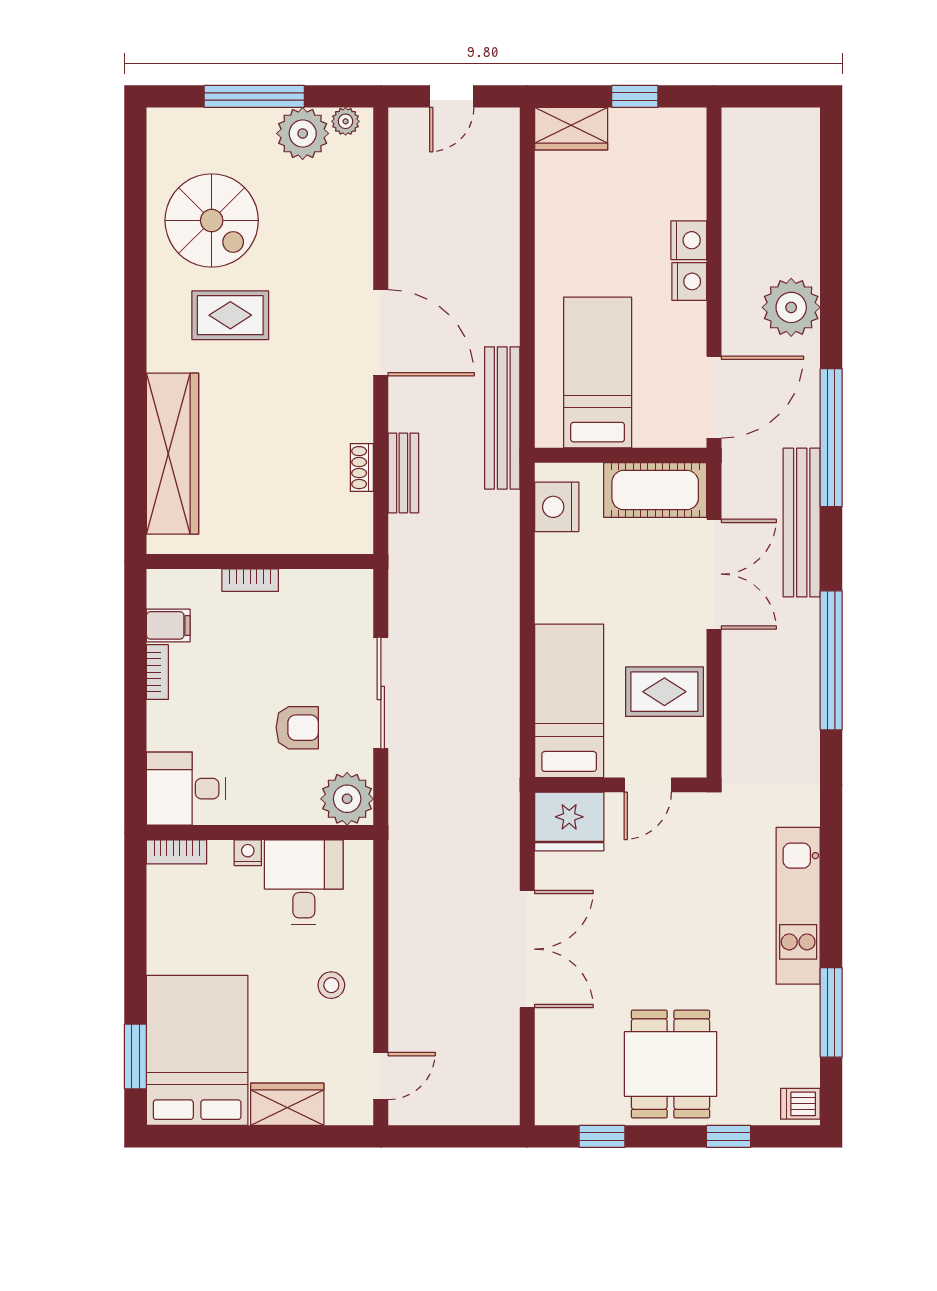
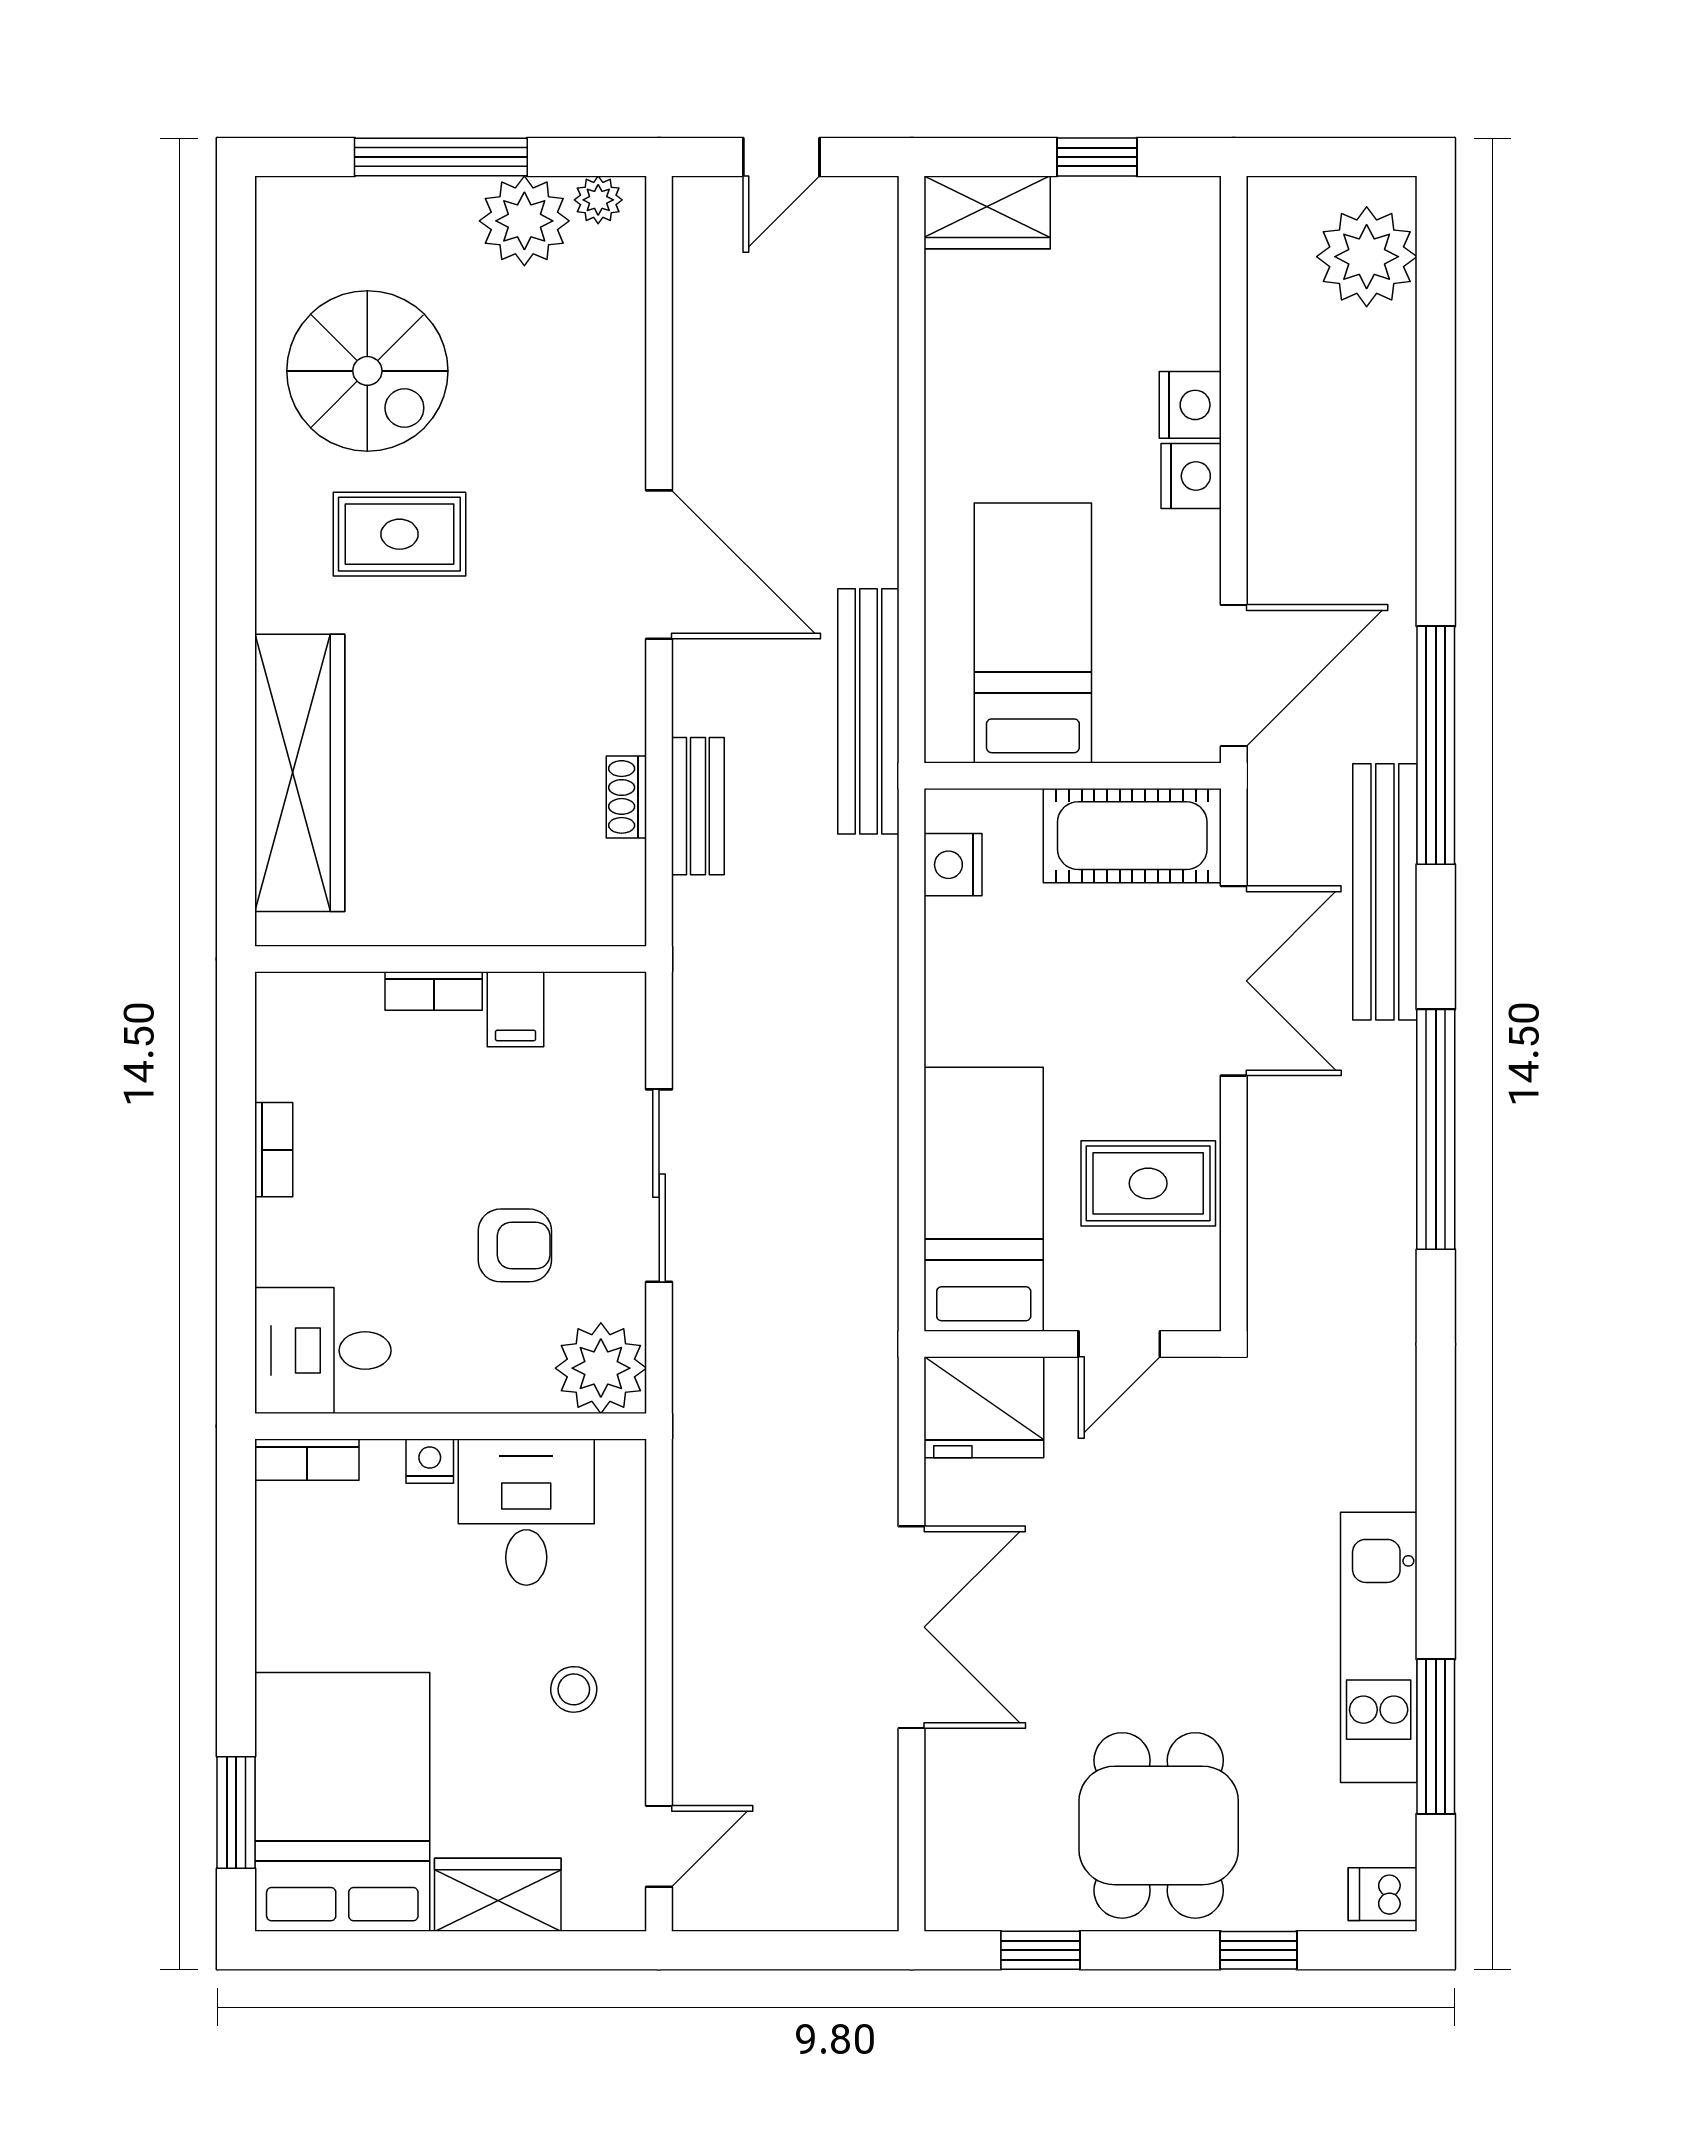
plant: (791, 307) -> (1367, 257), moved
nightstand: (557, 507) -> (953, 865), width x0.74, depth x0.75
filing cabinet: (168, 625) -> (516, 1009), moved, turned 90
kitchen unit: (798, 906) -> (1379, 1647), moved

